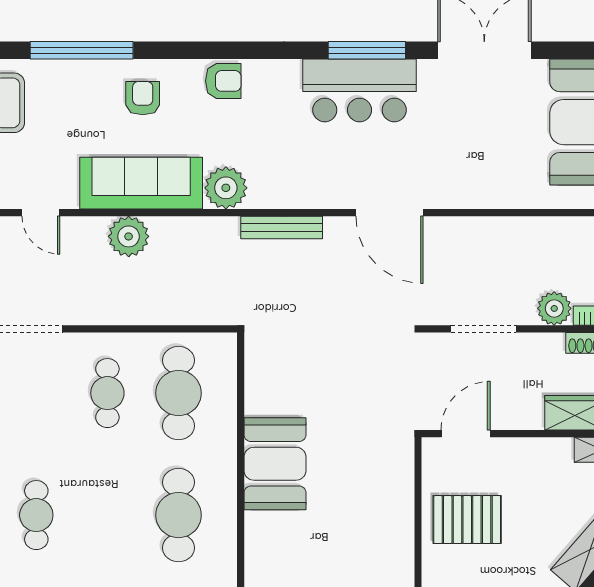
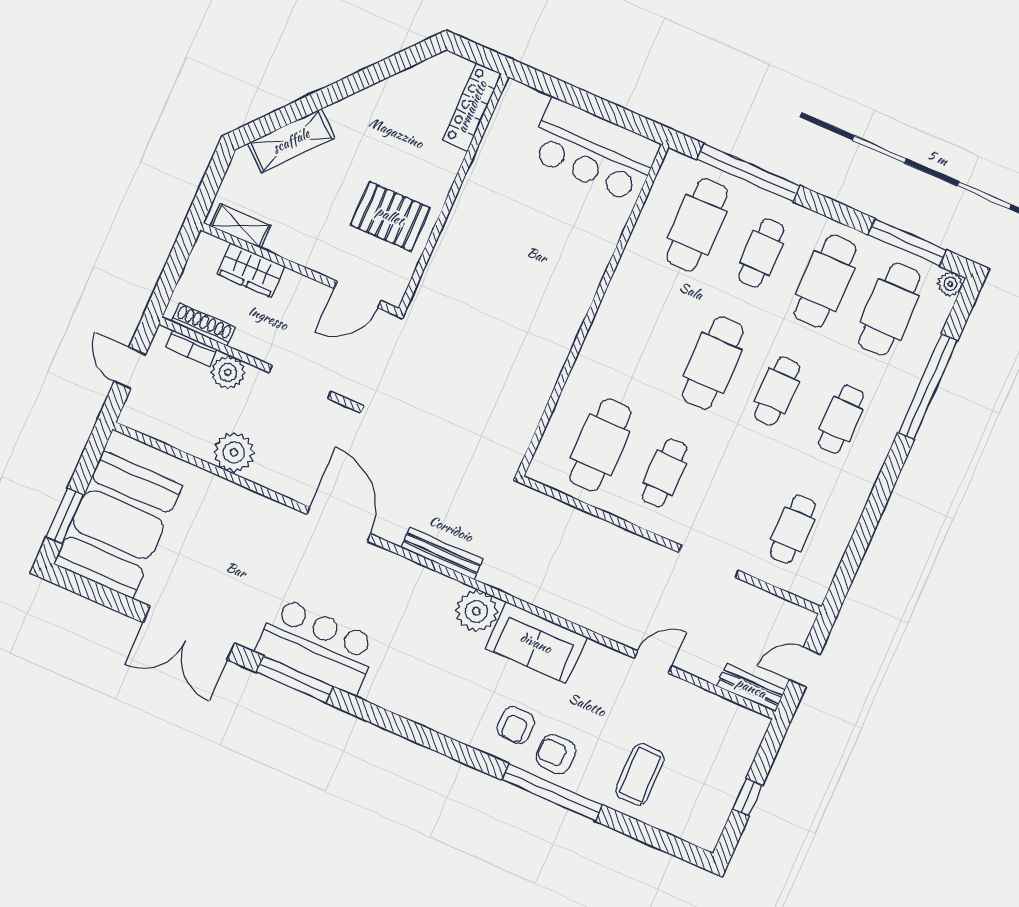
armchair: (223, 81) -> (556, 754), moved
sofa: (141, 183) -> (536, 643), width x0.73
door: (41, 213) -> (653, 662), hinge flipped
plant: (129, 236) -> (234, 452), moved
booth: (275, 464) -> (541, 343), removed
cafe table: (178, 515) -> (713, 363), moved

